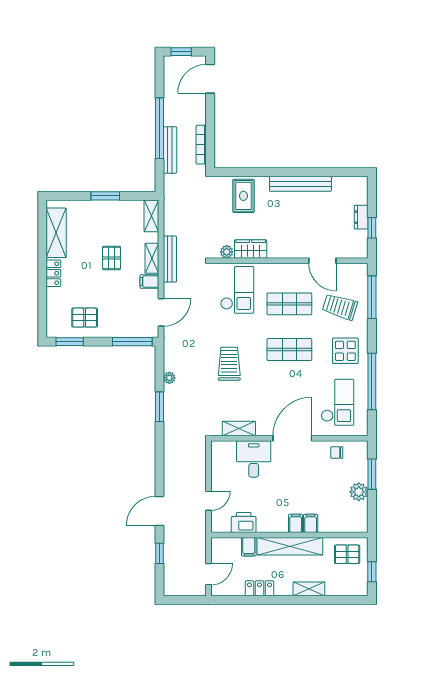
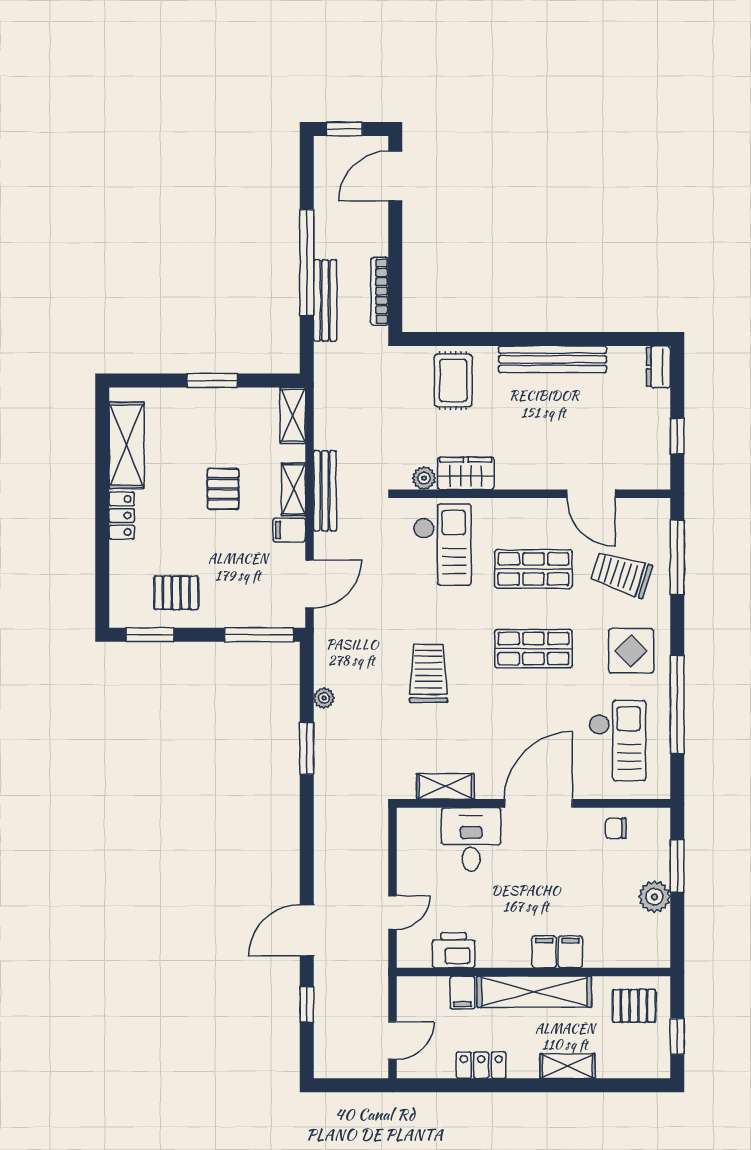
dresser: (361, 217) -> (658, 367), moved

